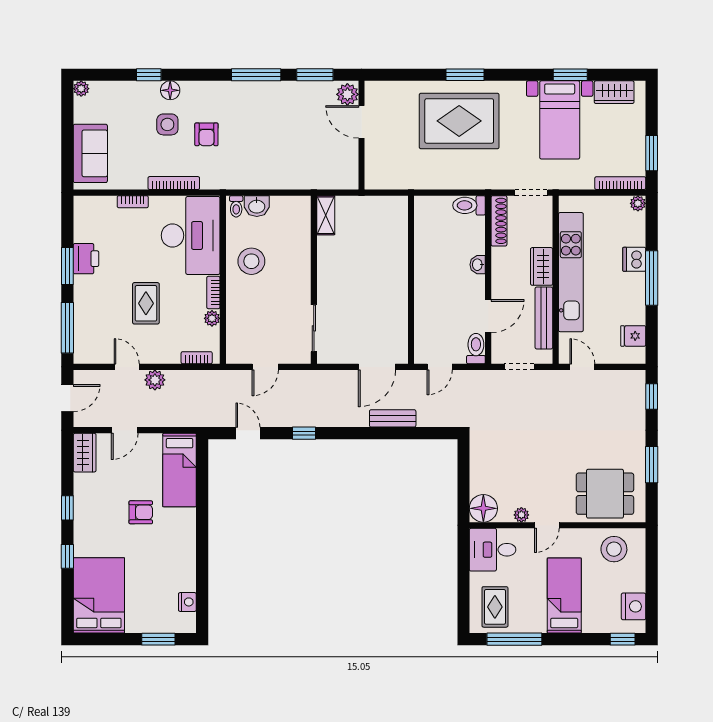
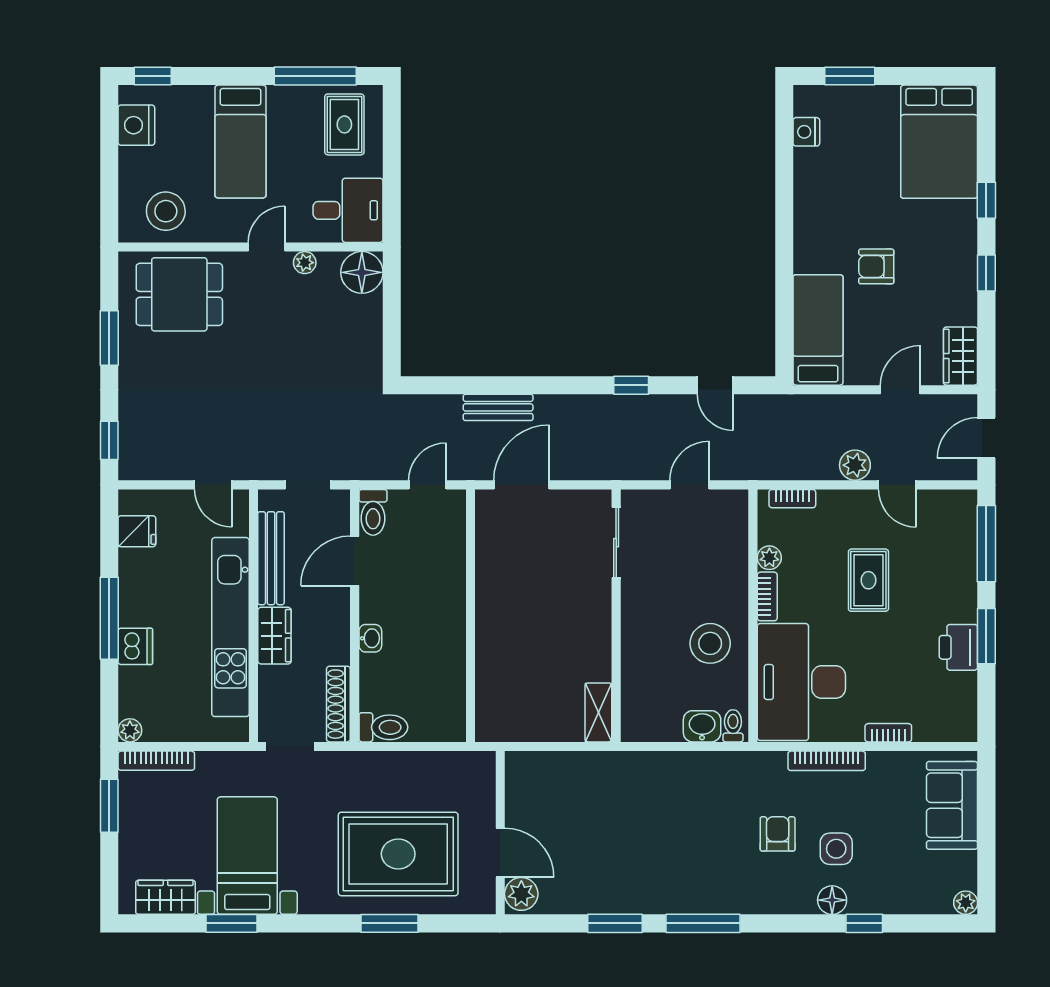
plant: (347, 94) -> (521, 894), moved
door: (361, 122) -> (500, 853), moved
wall: (361, 135) -> (500, 833), moved

